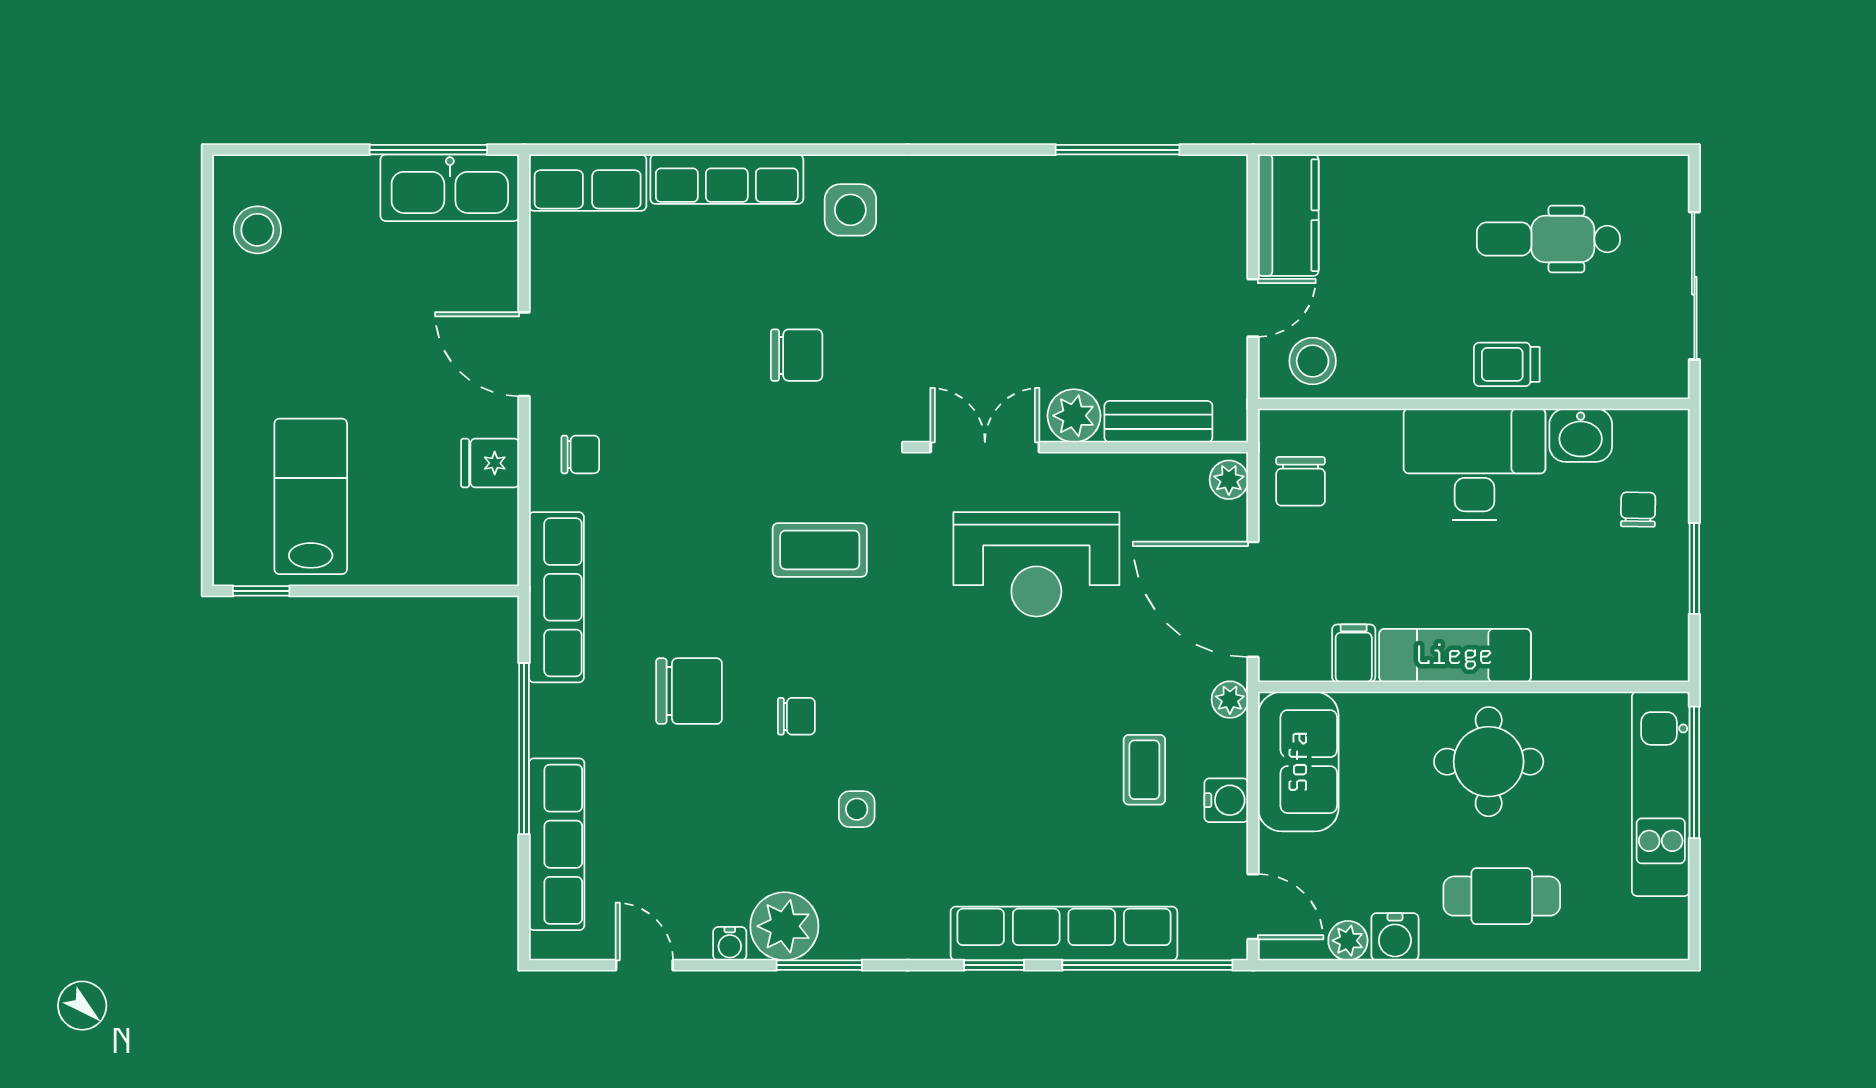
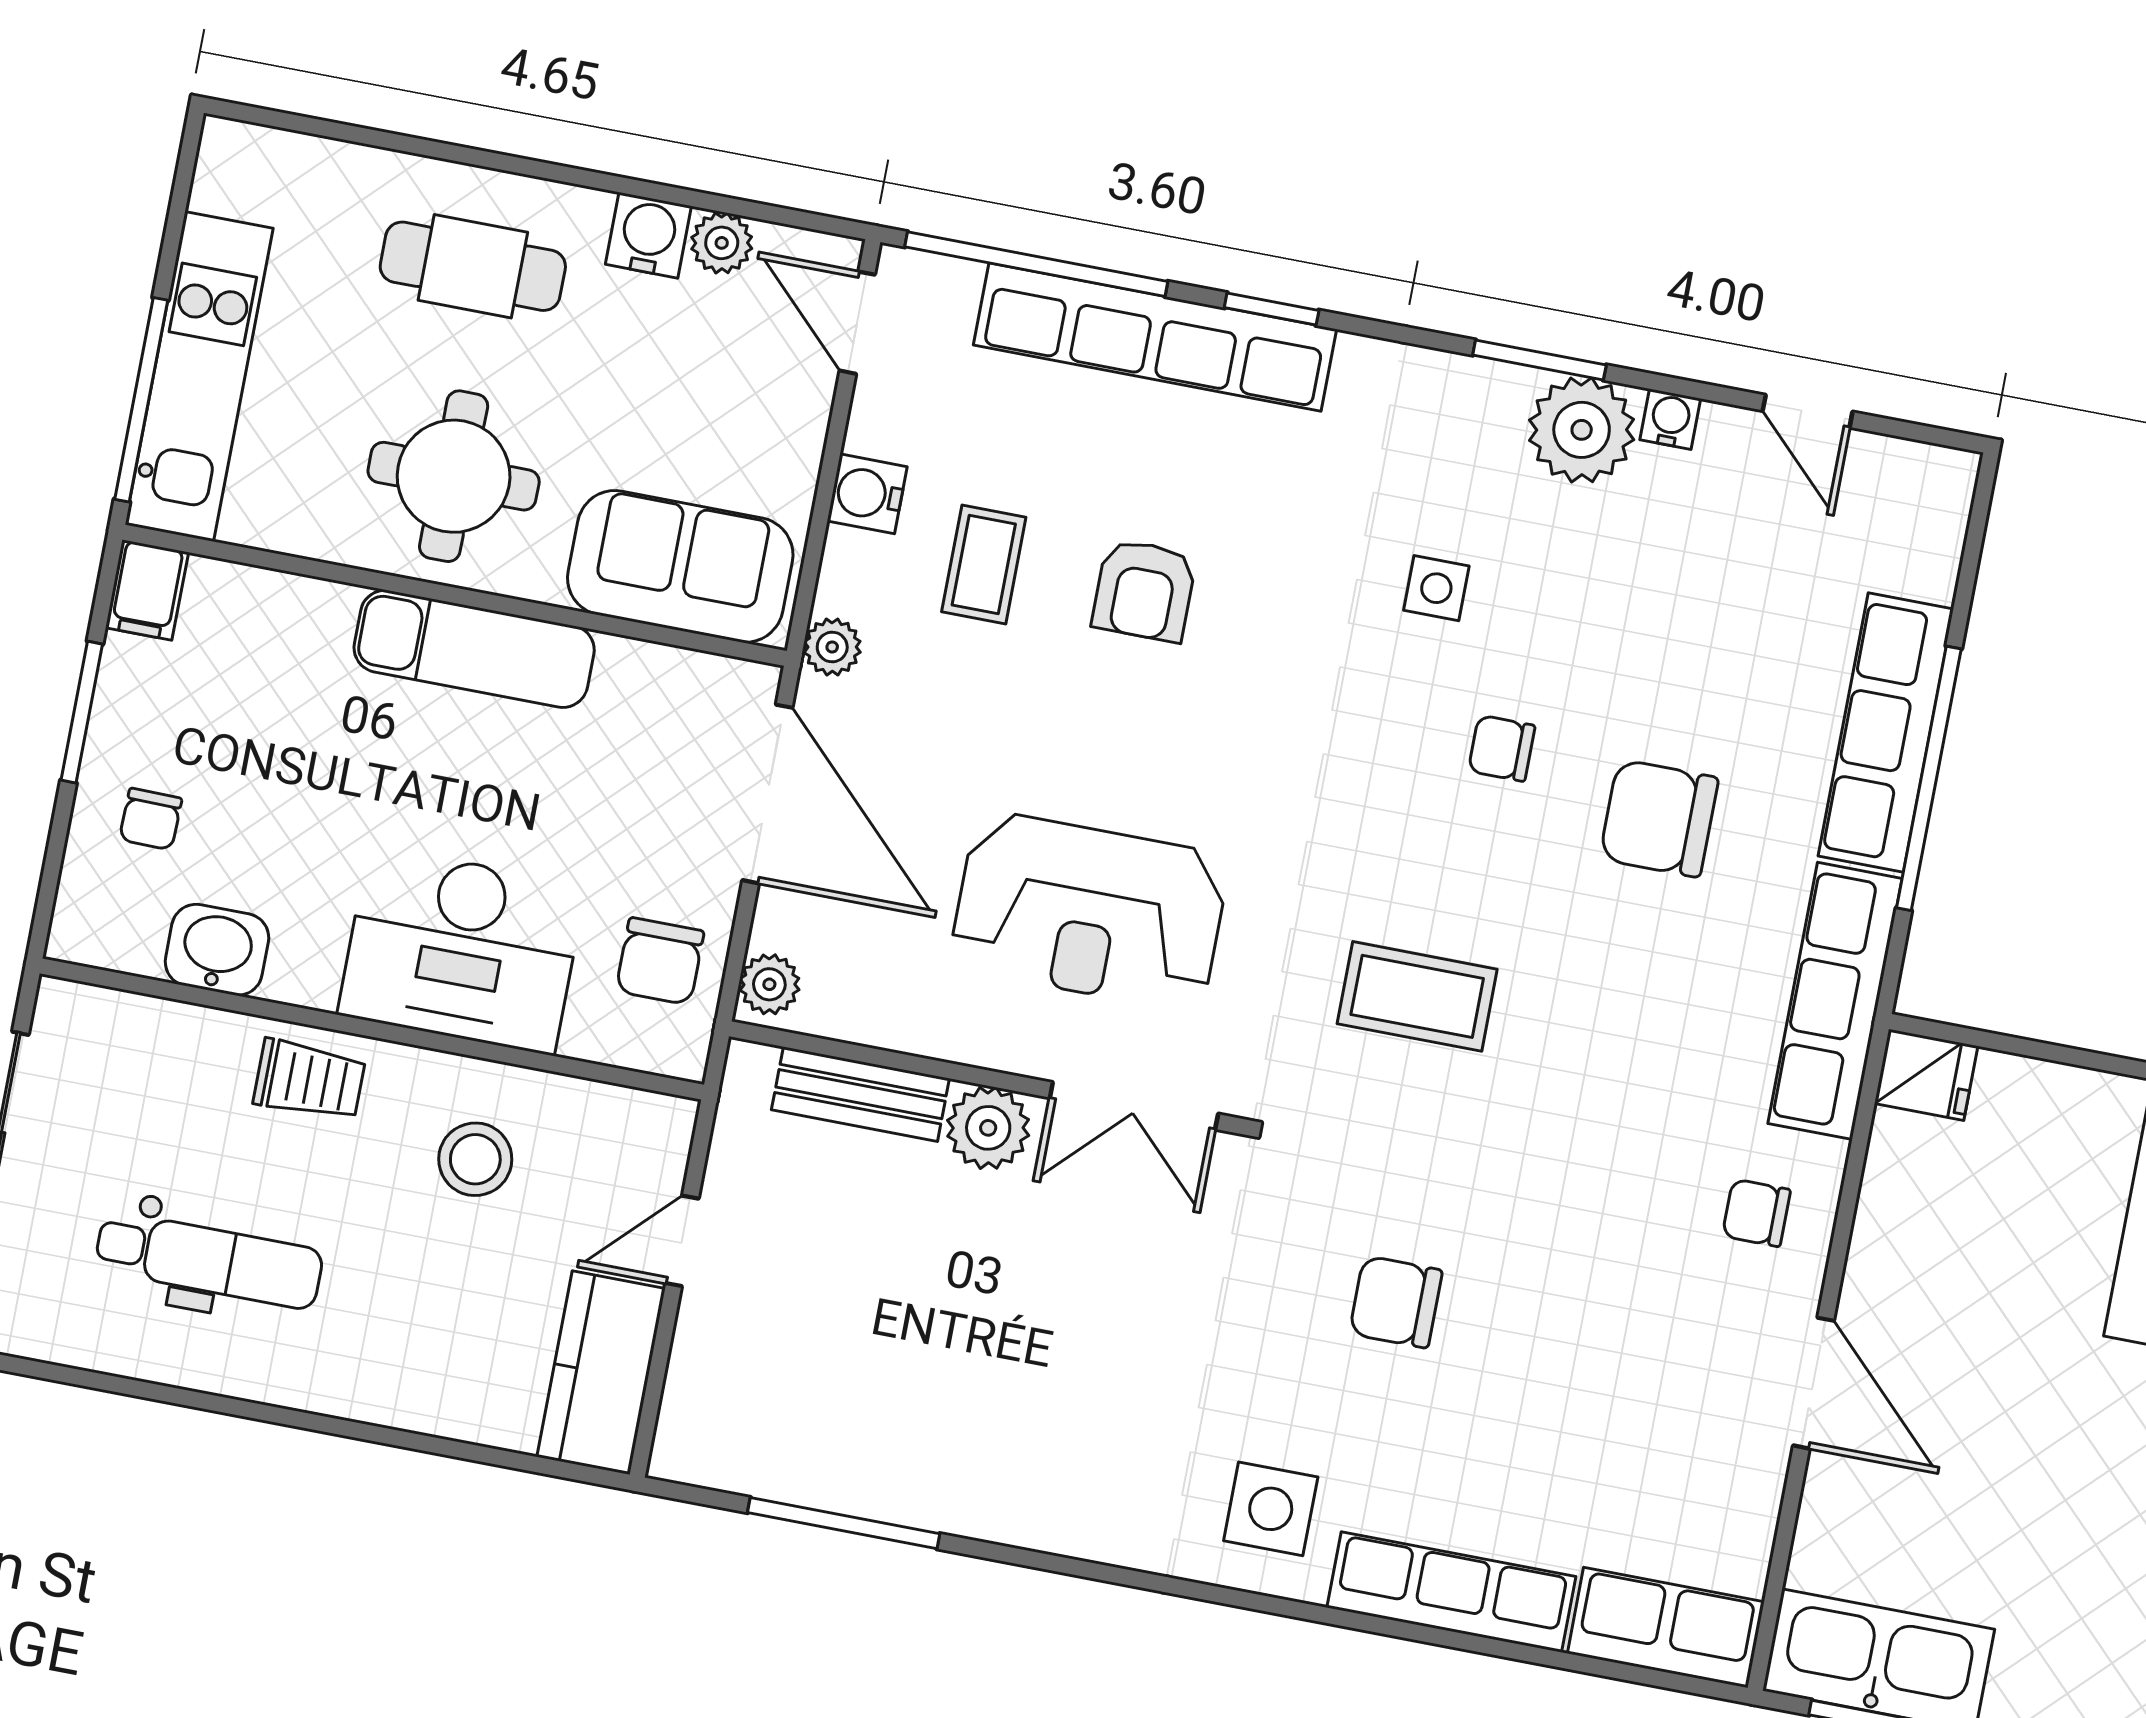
stool: (1313, 361) -> (475, 1159), moved
fridge: (490, 463) -> (1926, 1075), moved
desk: (1474, 464) -> (462, 950), moved
chair: (1301, 481) -> (660, 961), turned 180
reception desk: (1036, 564) -> (1089, 911), turned 180
filing cabinet: (1354, 653) -> (147, 590), moved
sofa: (1298, 762) -> (680, 566), moved, turned 90
armchair: (1040, 773) -> (1144, 590), added
row of seats: (557, 844) -> (1886, 733), moved

